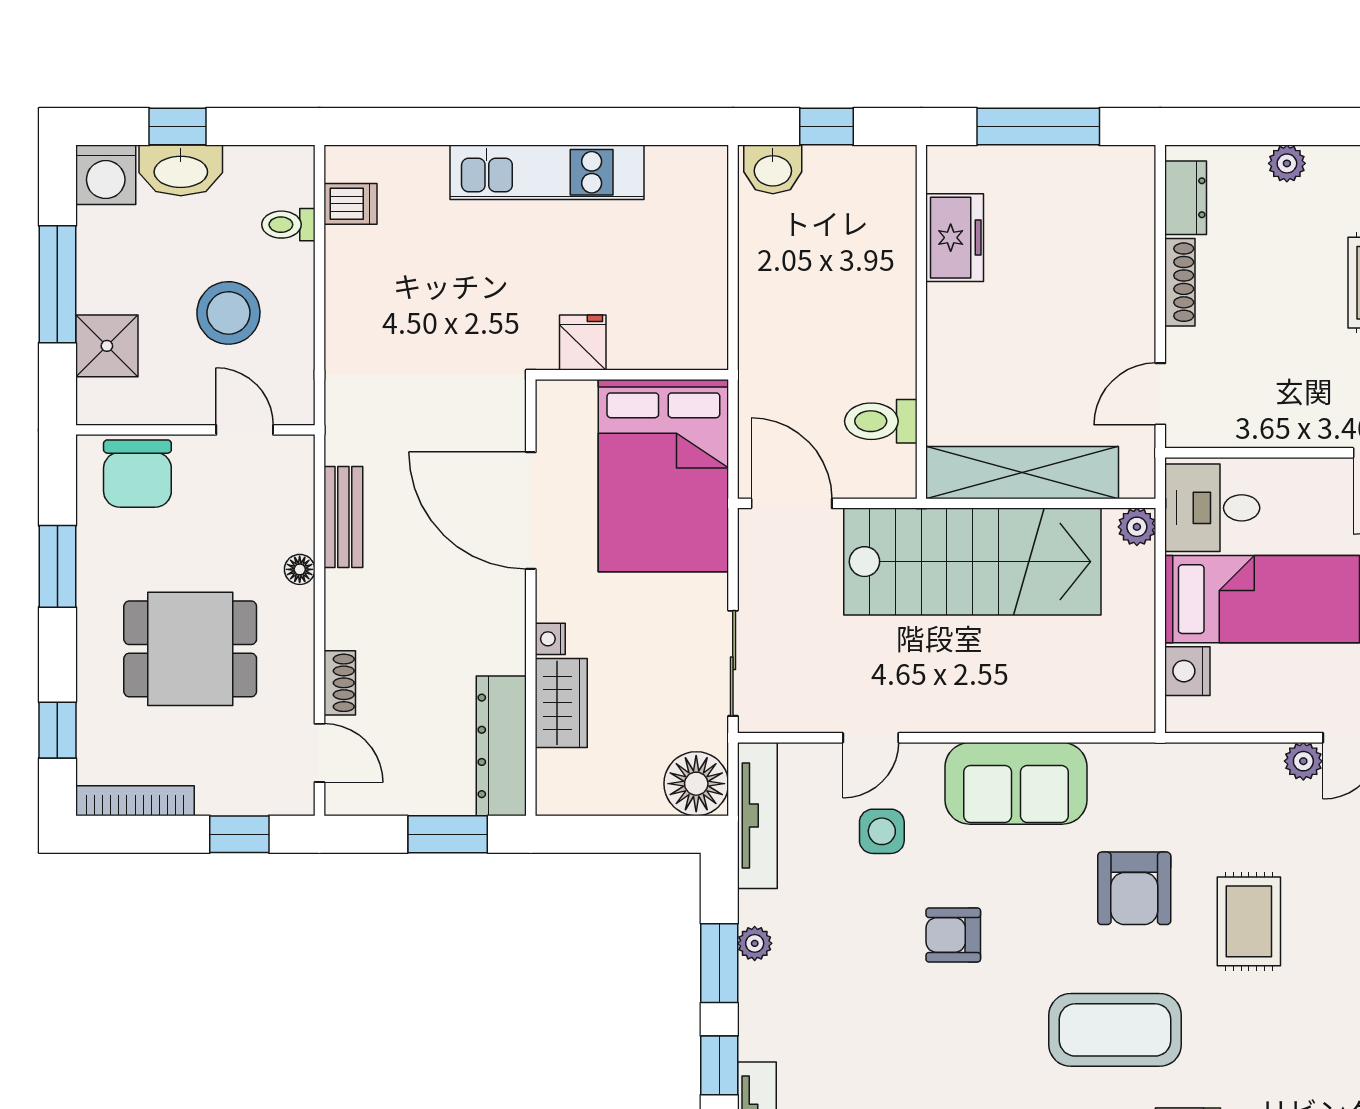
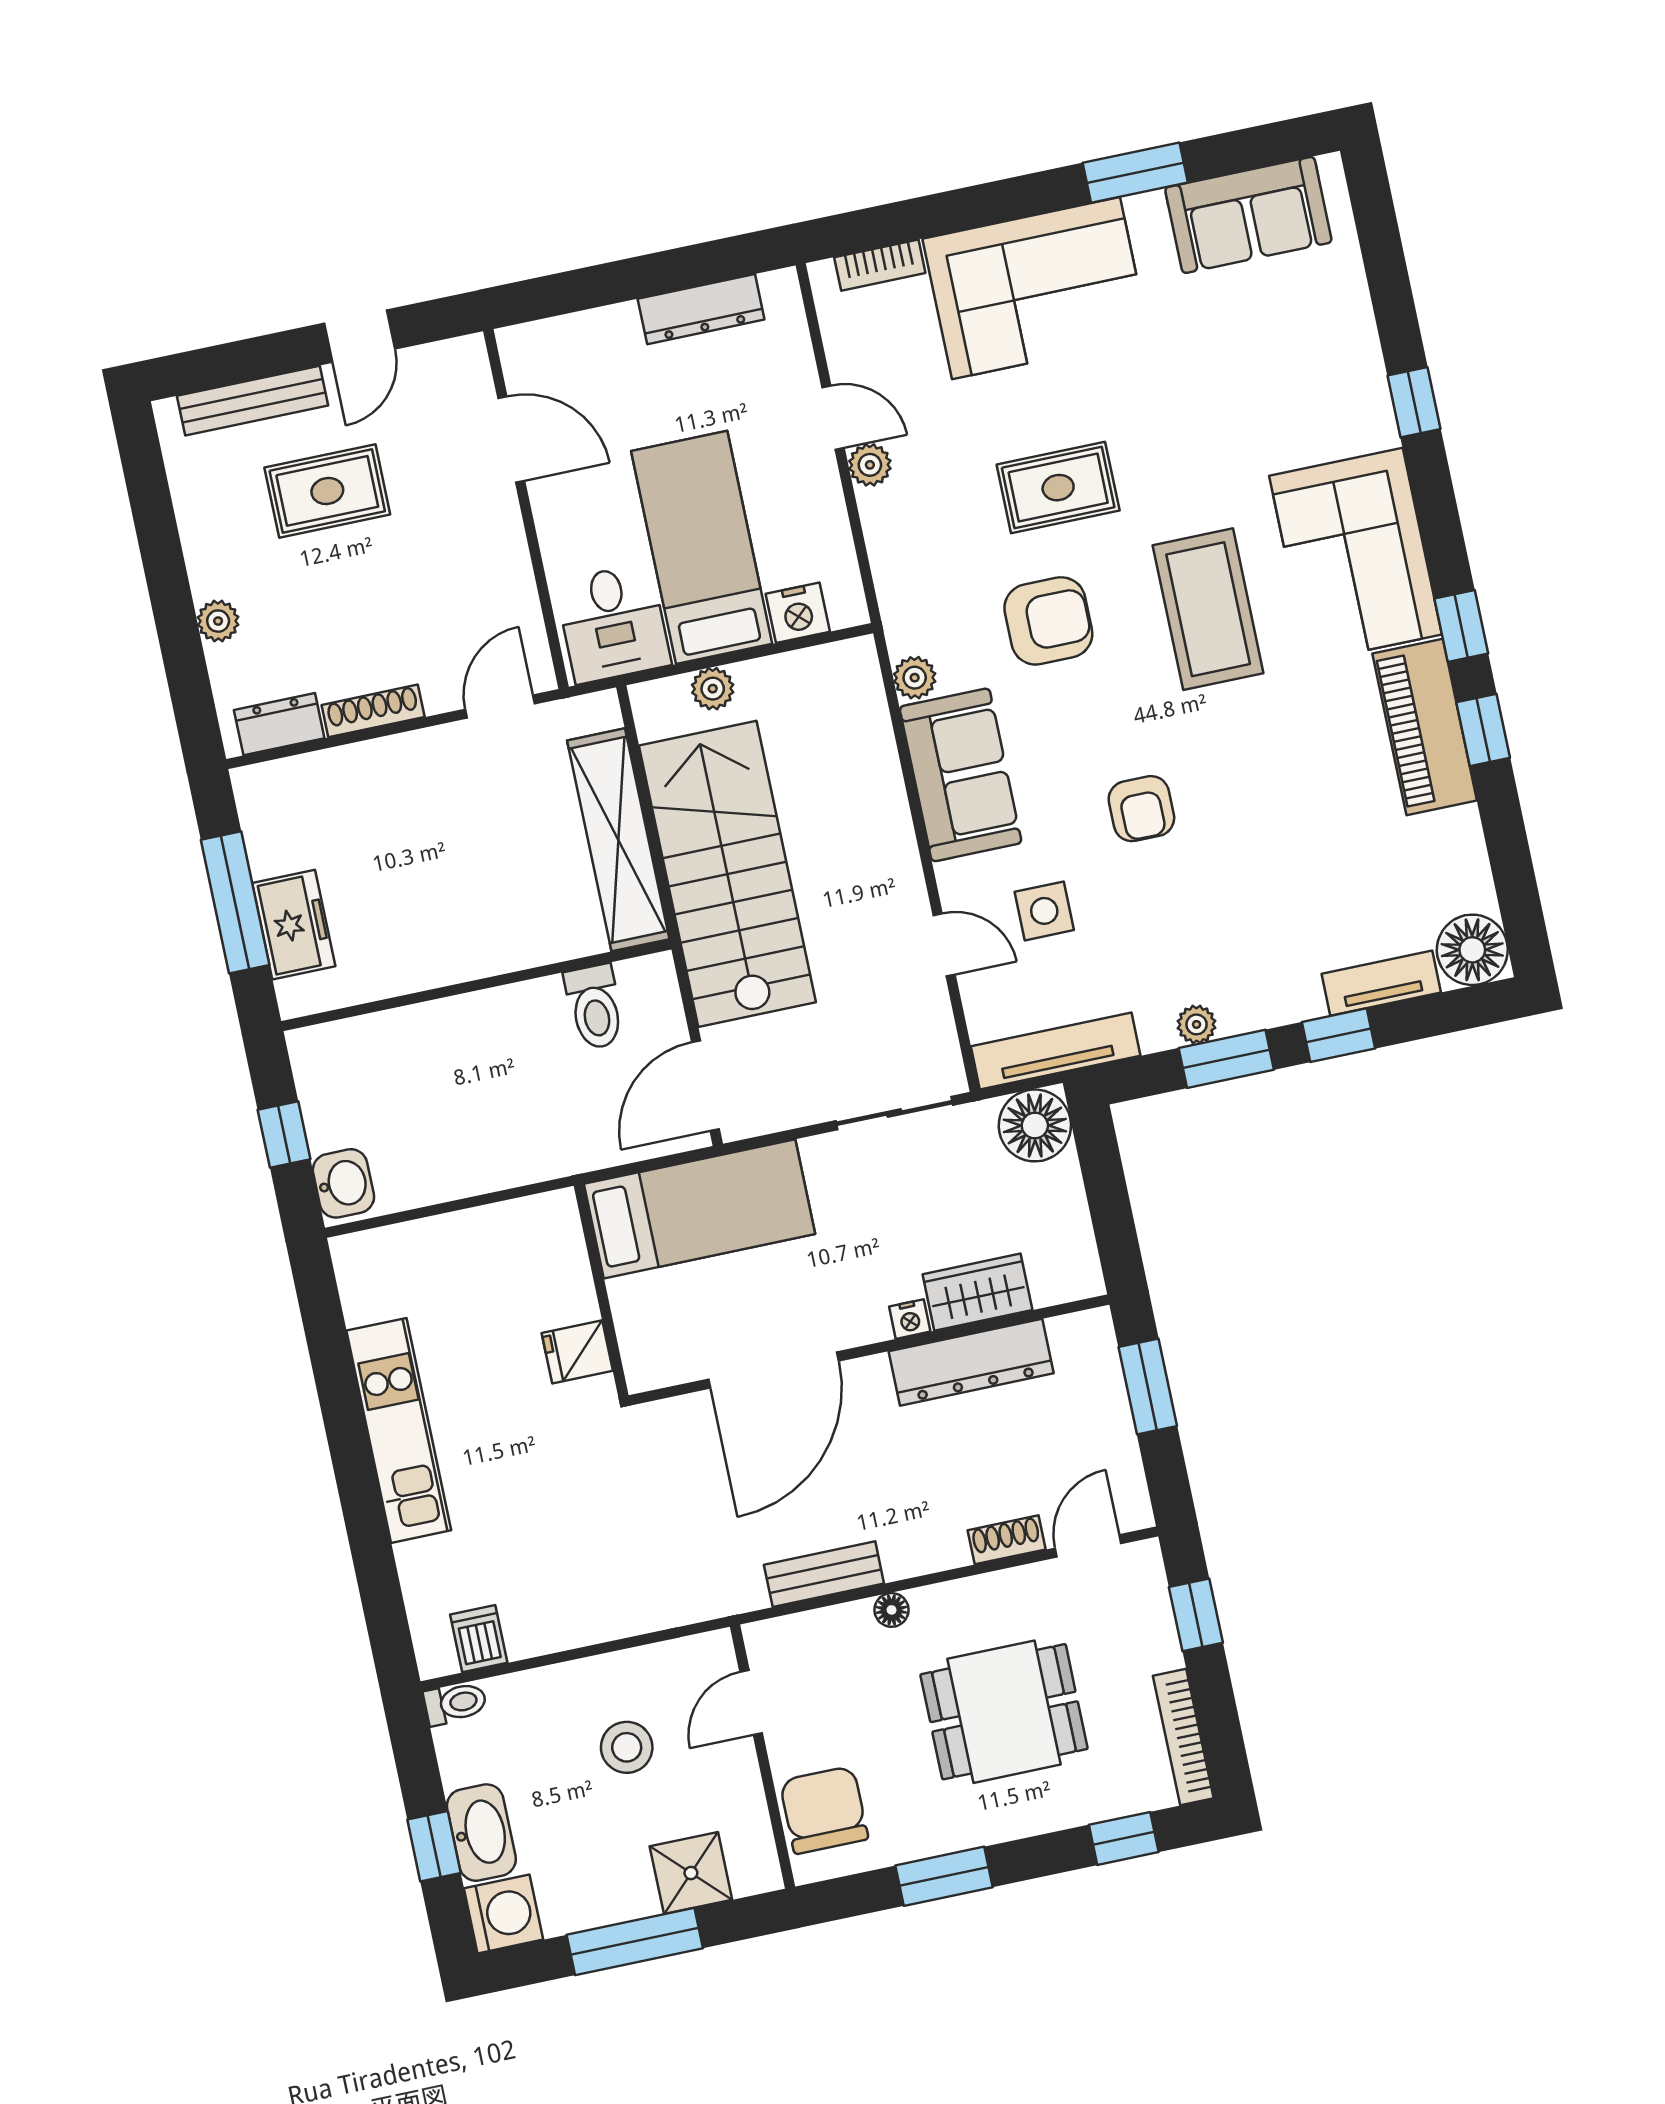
toilet: (288, 225) -> (455, 1703), moved, turned -90
freezer: (955, 238) -> (294, 925), moved, turned 90
stool: (228, 313) -> (627, 1747), width x0.73, depth x0.73
door: (1160, 394) -> (500, 707), swing flipped
chair: (137, 474) -> (824, 1810), turned -90
bed: (663, 476) -> (700, 1209), width x0.67
plant: (1137, 527) -> (713, 689), moved
dining table: (190, 649) -> (1004, 1712), turned 90
dresser: (501, 746) -> (971, 1362), moved
plant: (1109, 761) -> (915, 678), added

